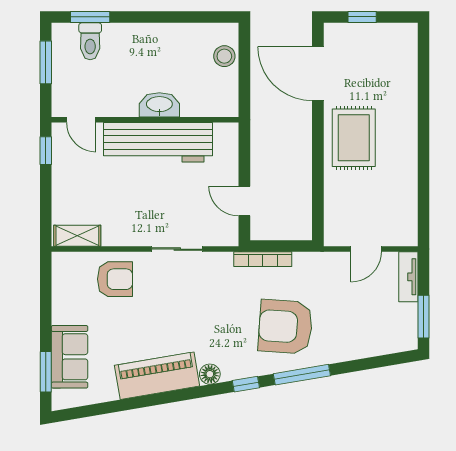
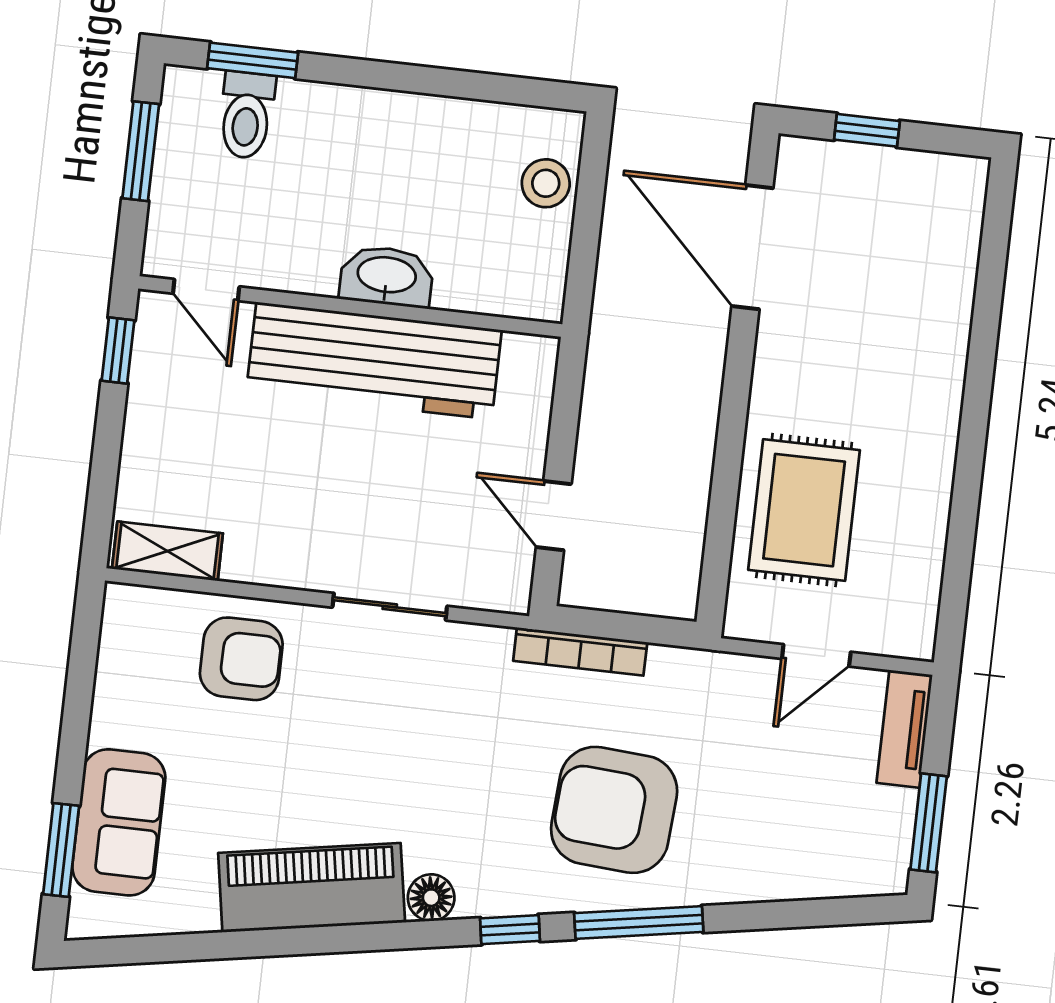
rug: (354, 138) -> (804, 510), moved

